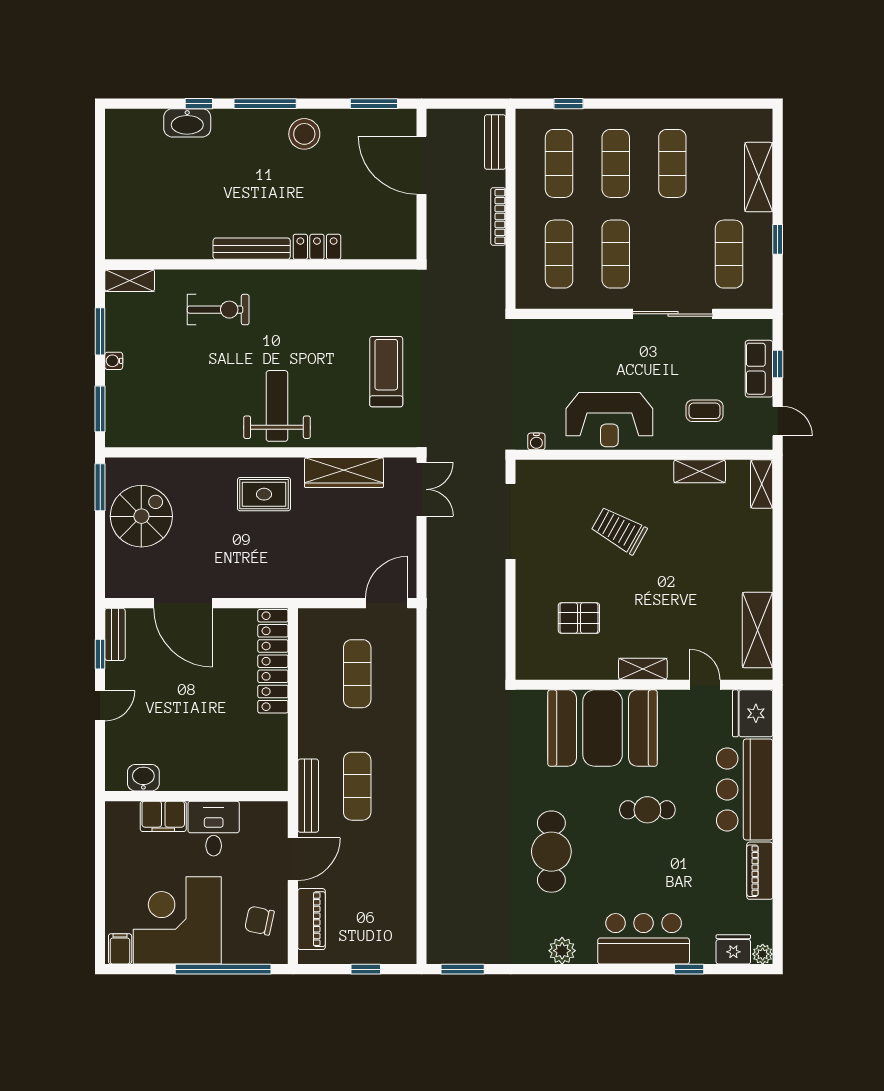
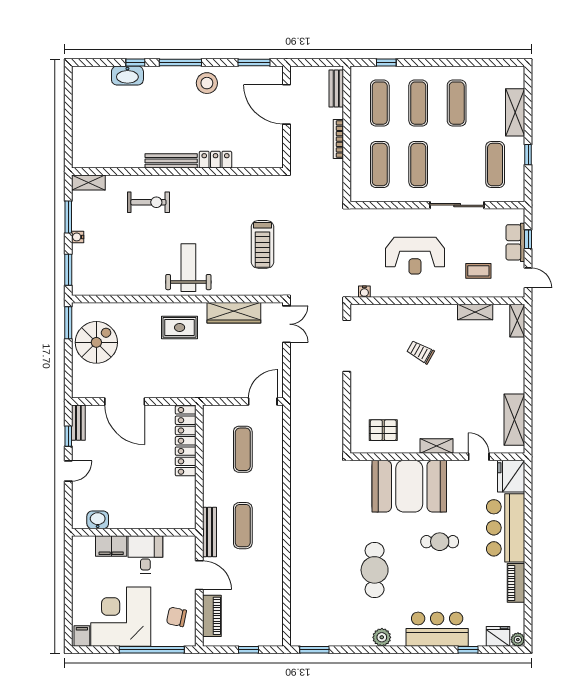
treadmill: (386, 372) -> (262, 244), turned 180
reception desk: (609, 420) -> (415, 256), moved
trolley: (619, 530) -> (420, 352), width x0.73, depth x0.72
pallet: (579, 618) -> (383, 430), moved
door: (293, 859) -> (199, 575), hinge flipped

